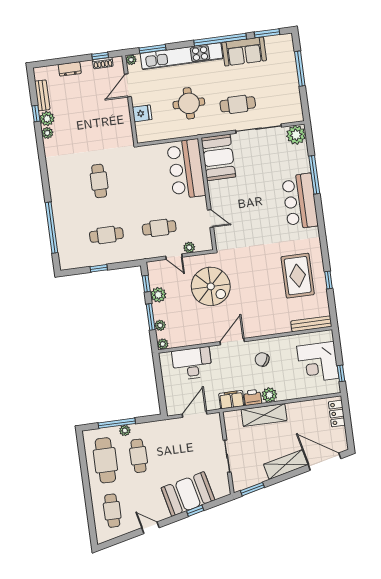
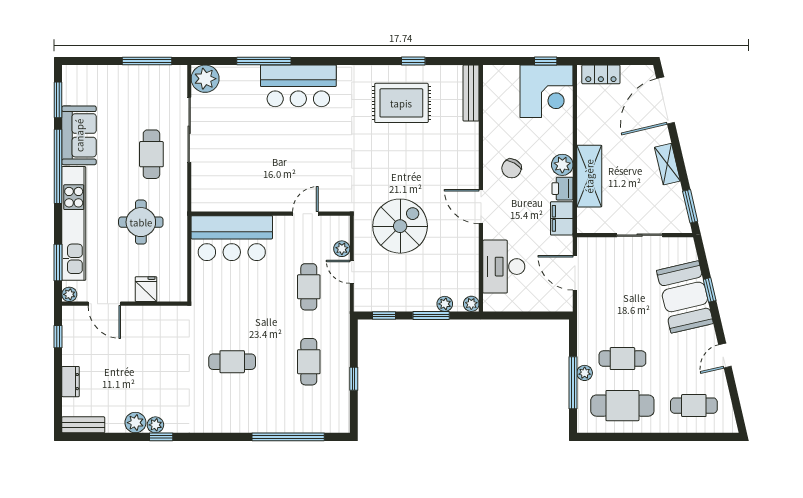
shoe rack: (103, 63) -> (69, 334), removed
window: (300, 69) -> (147, 61), moved
bench: (42, 95) -> (83, 425), moved
window: (36, 113) -> (161, 437), moved
booth: (218, 157) -> (222, 191), removed
door: (174, 257) -> (352, 272), swing flipped
plant: (158, 295) -> (402, 301), removed
corner desk: (318, 362) -> (547, 91), moved
shelving: (286, 465) -> (667, 164), width x0.67, depth x0.75

